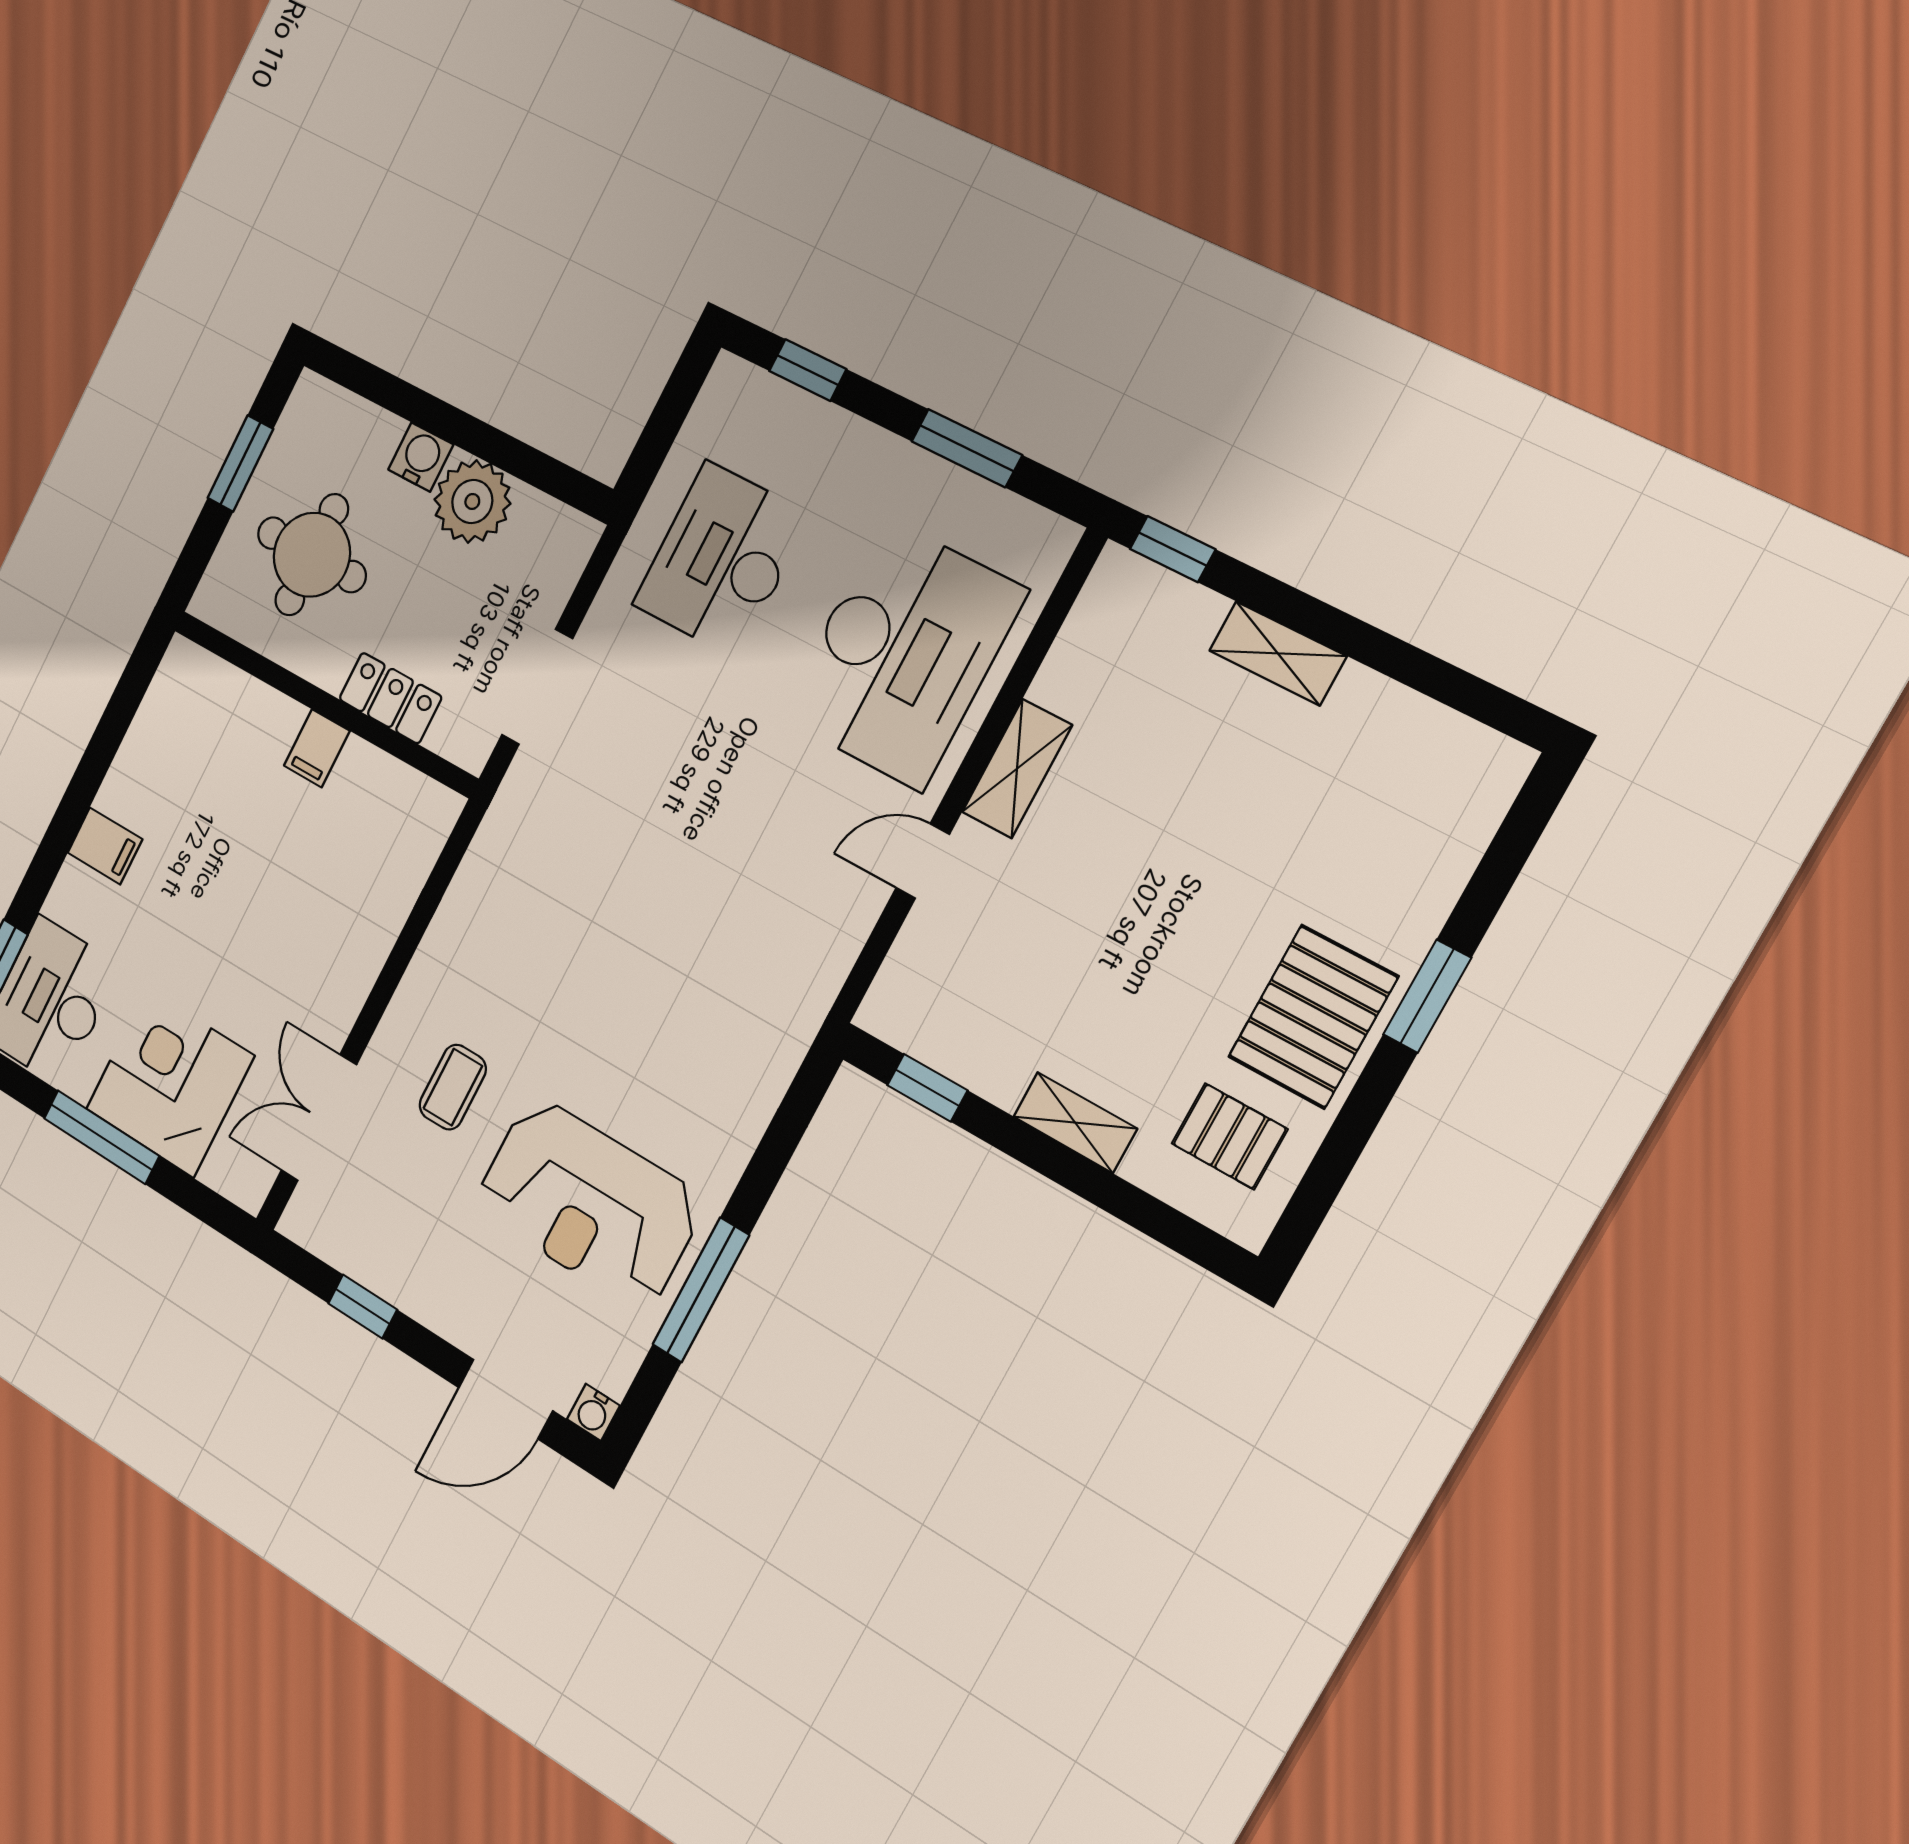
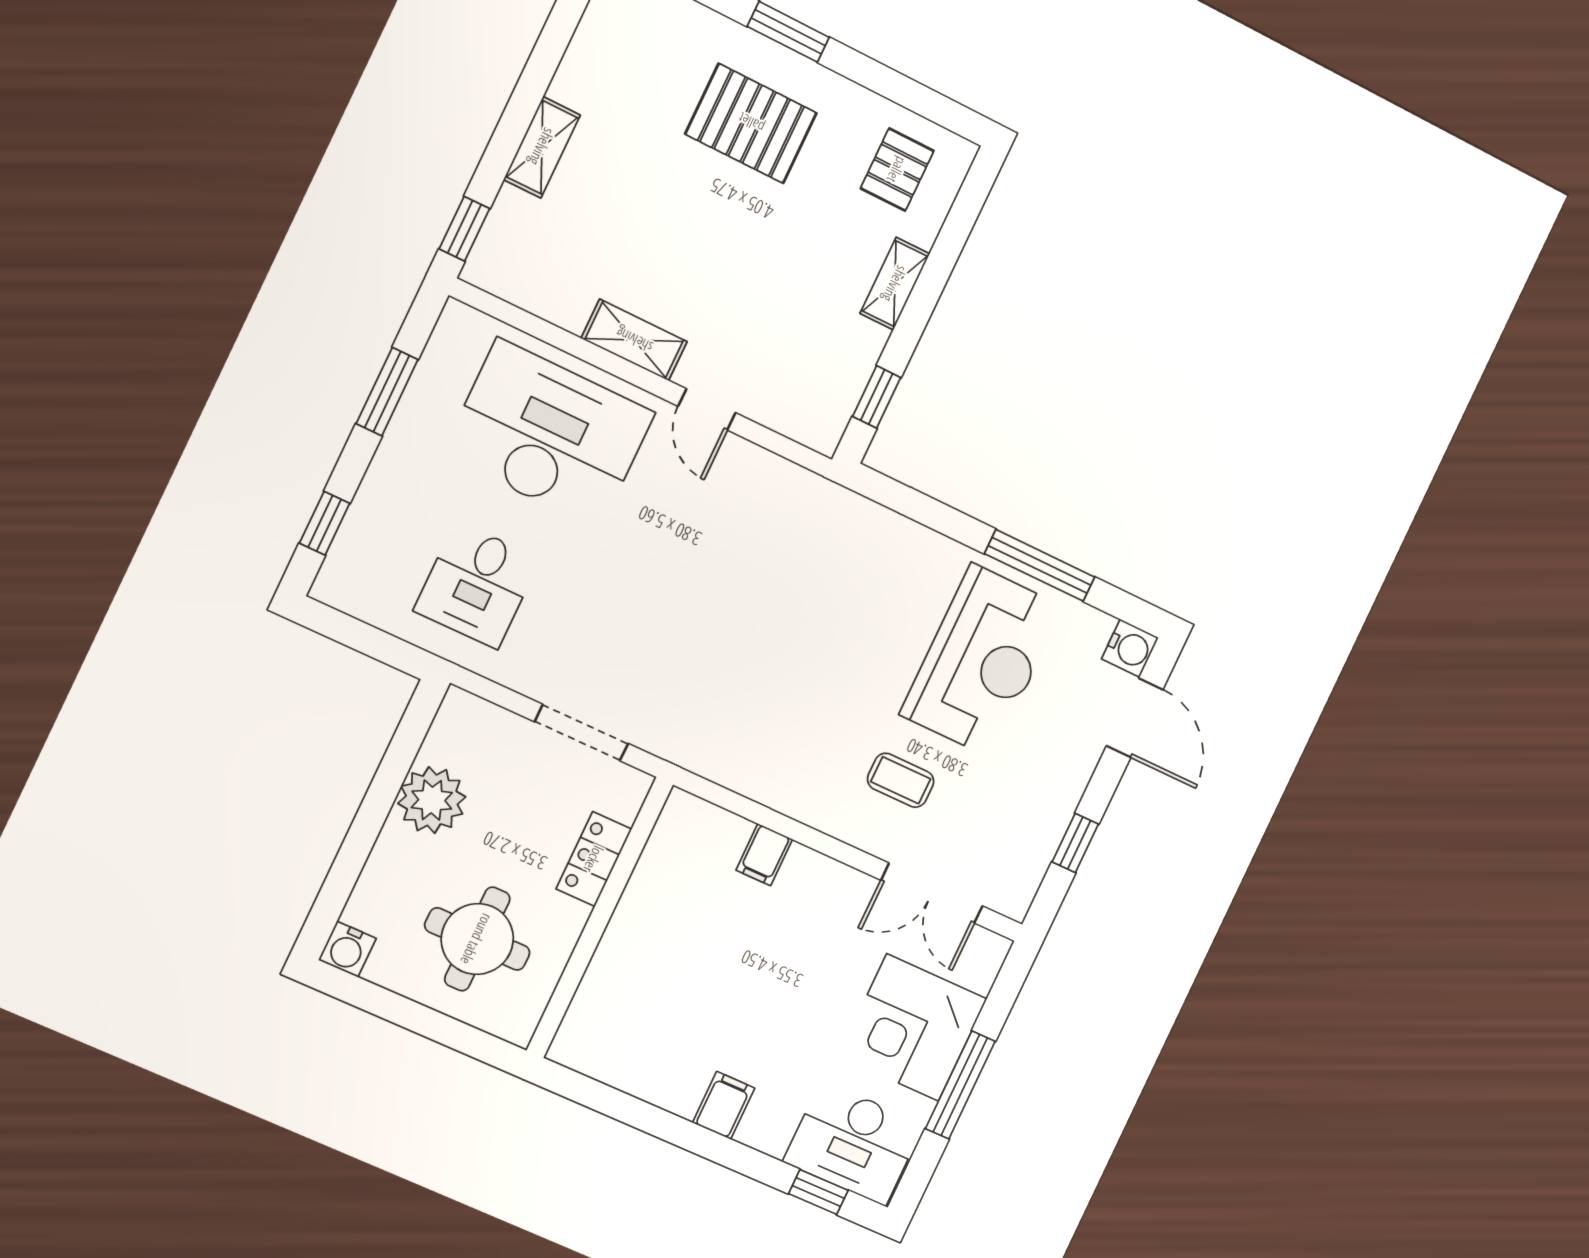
water cooler: (421, 457) -> (347, 949), moved, turned -90
window: (240, 464) -> (401, 1011), removed
desk: (721, 560) -> (477, 585), width x0.73
filing cabinet: (317, 748) -> (764, 855), moved, turned 90
pallet: (1313, 1017) -> (751, 123), moved
water cooler: (593, 1412) -> (1130, 648), width x1.38, depth x1.38

